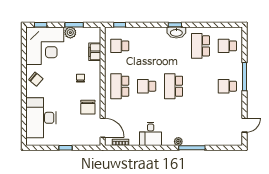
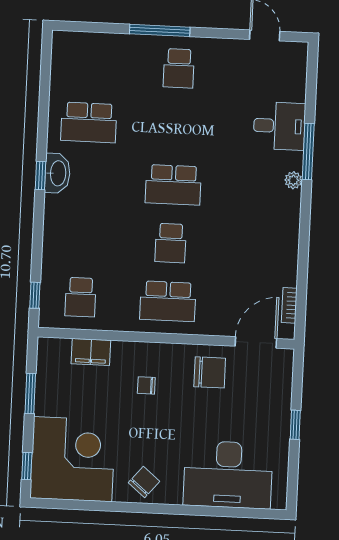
plant: (70, 33) -> (47, 403), removed
school desk: (227, 46) -> (92, 64), removed
desk: (151, 134) -> (279, 126), moved

